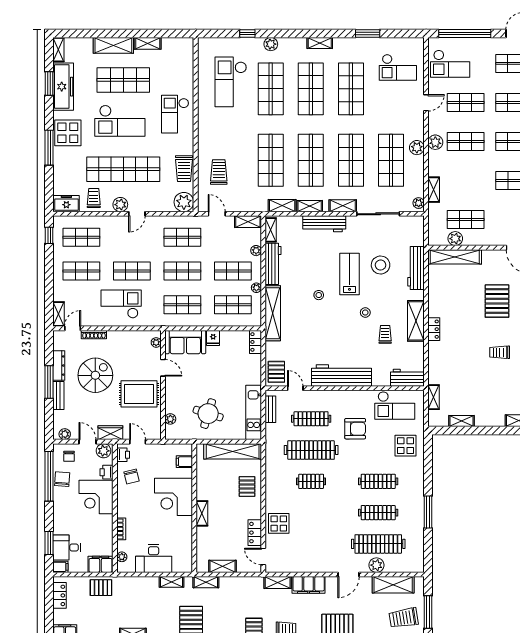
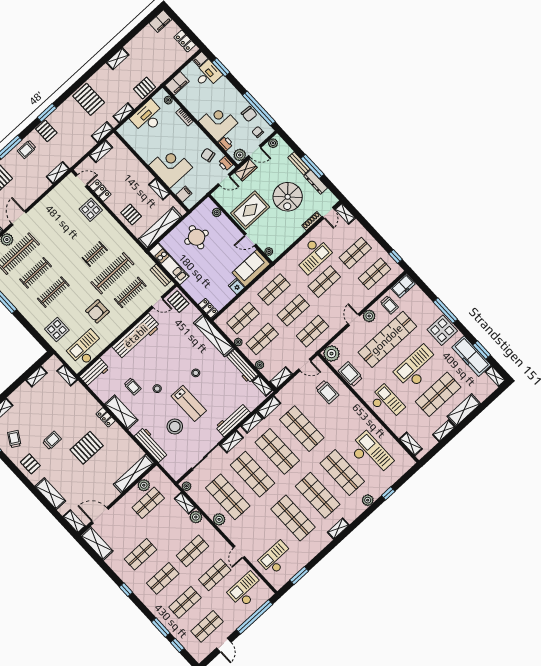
window: (368, 33) -> (299, 576), moved
shelving: (187, 59) -> (411, 444), added
plant: (435, 142) -> (196, 517), moved
pallet: (497, 301) -> (87, 448), moved, turned 90
shelving: (202, 513) -> (159, 189), moved
filing cabinet: (309, 585) -> (37, 189), removed
pallet: (101, 588) -> (145, 88), moved

